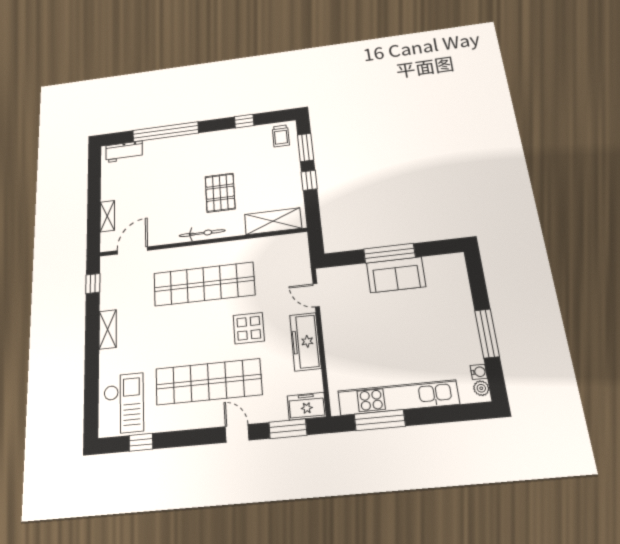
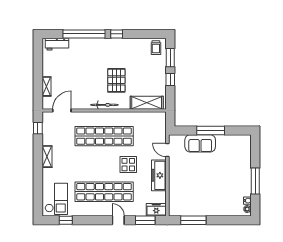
window: (244, 121) -> (117, 34), moved
sofa: (396, 275) -> (200, 143), moved
kitchen unit: (398, 398) -> (204, 210), removed

